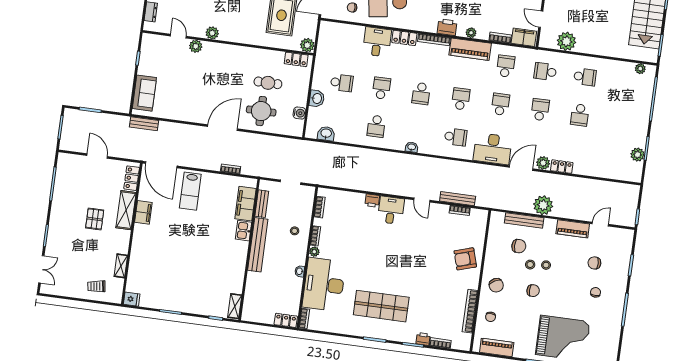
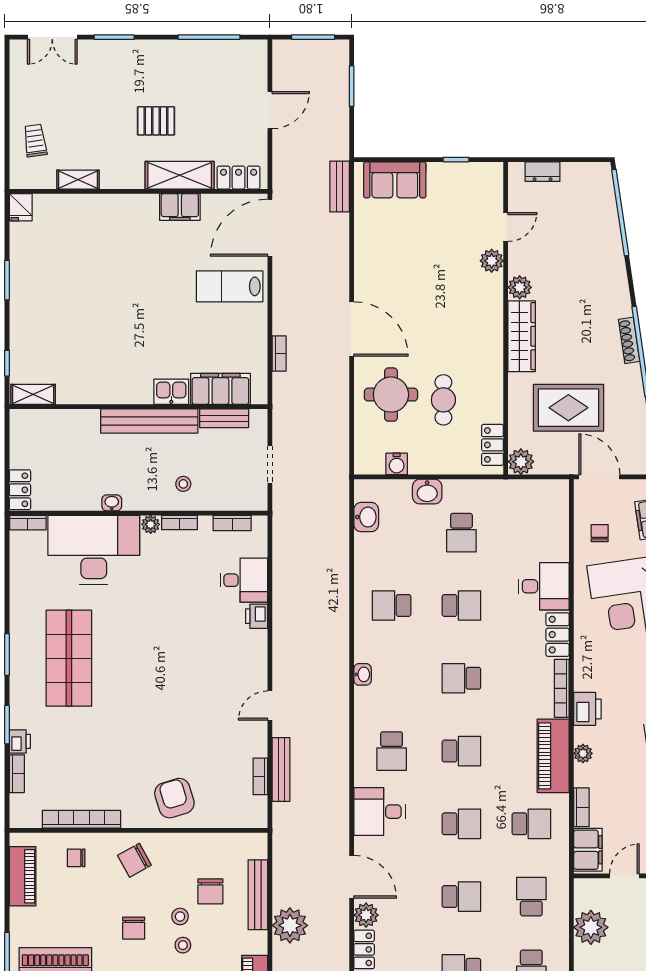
wardrobe: (239, 36) -> (522, 336), added
desk: (493, 149) -> (380, 812), width x0.73
desk: (391, 210) -> (244, 580), moved

